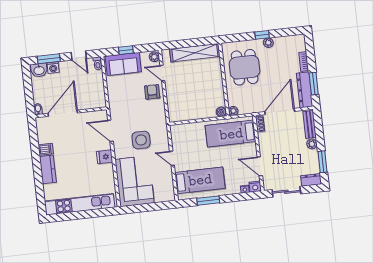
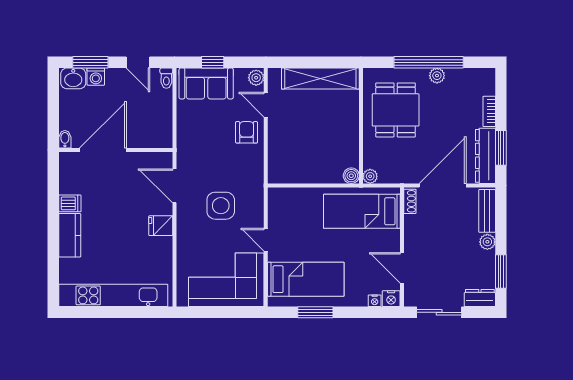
window: (262, 35) -> (429, 62), width x3.17
corner sofa: (134, 181) -> (226, 280), moved, turned -90

